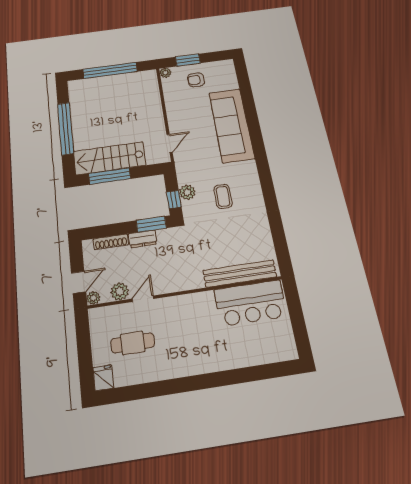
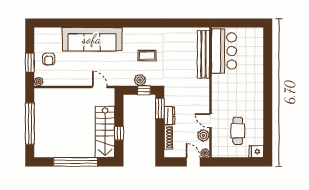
window: (110, 176) -> (119, 133), width x0.46

